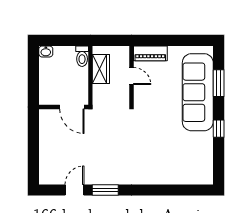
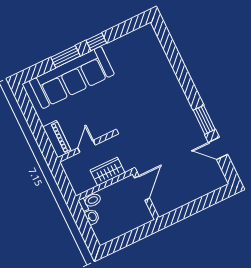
washbasin: (46, 51) -> (92, 217), moved
wardrobe: (101, 69) -> (107, 171), moved
window: (219, 83) -> (65, 57), moved

